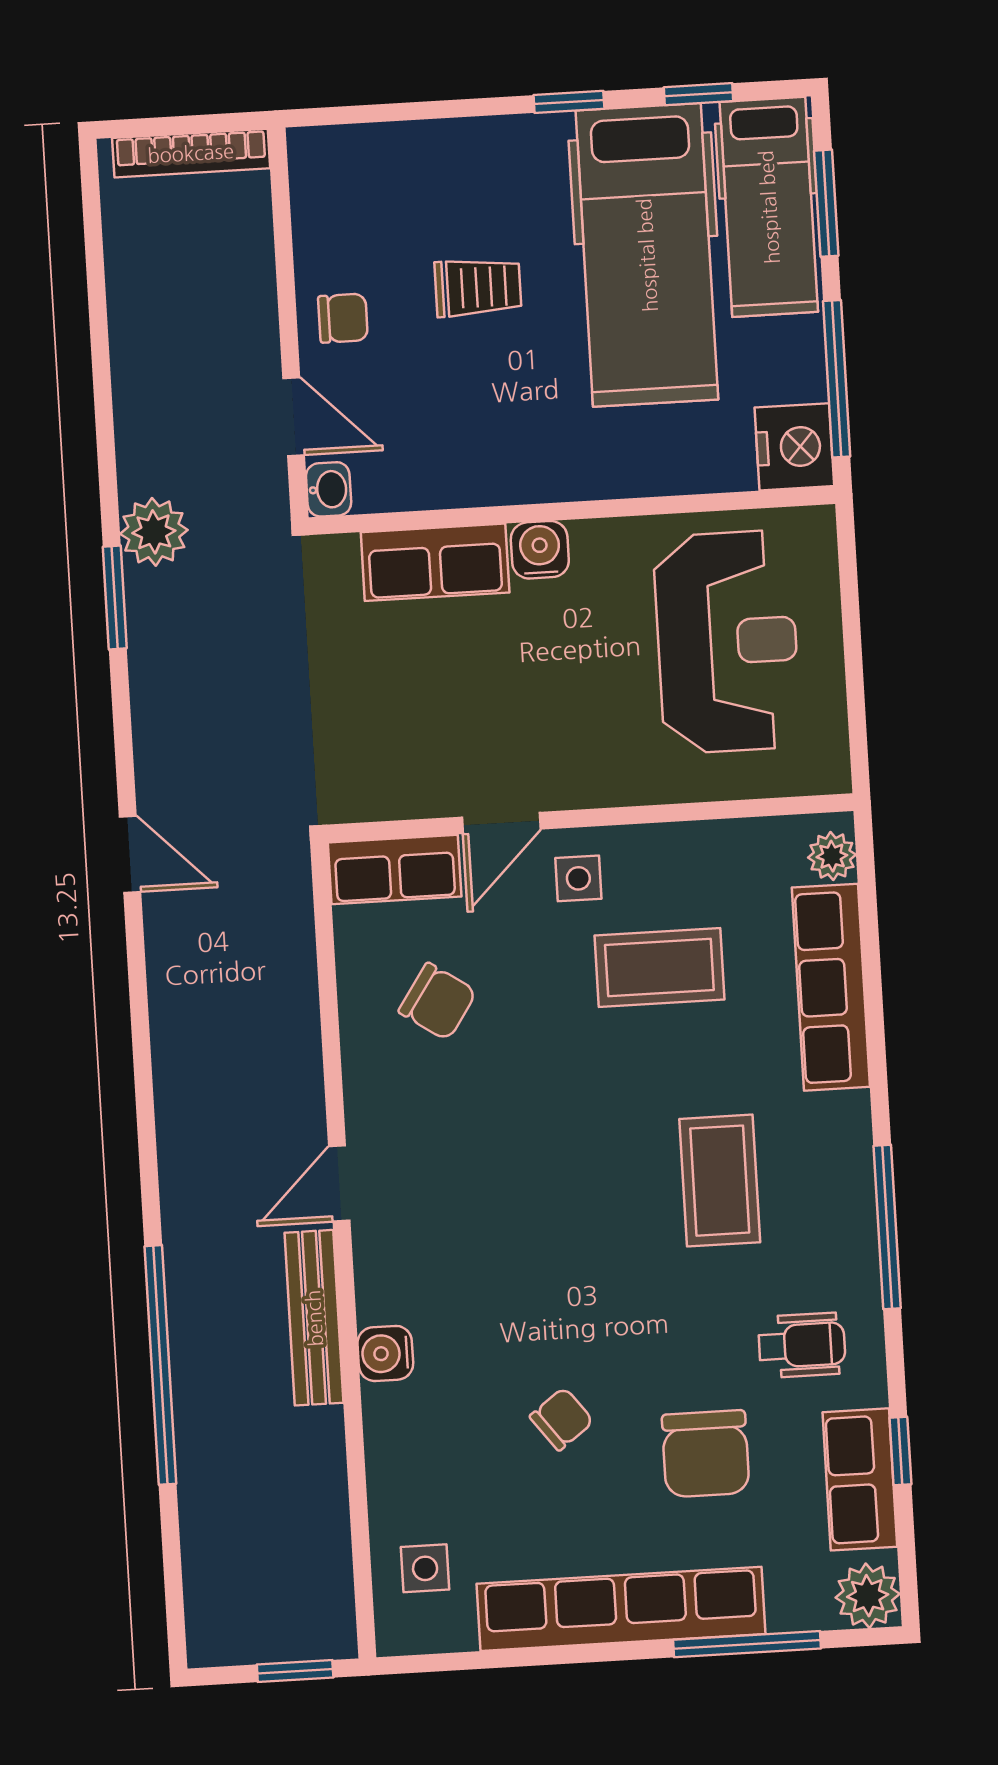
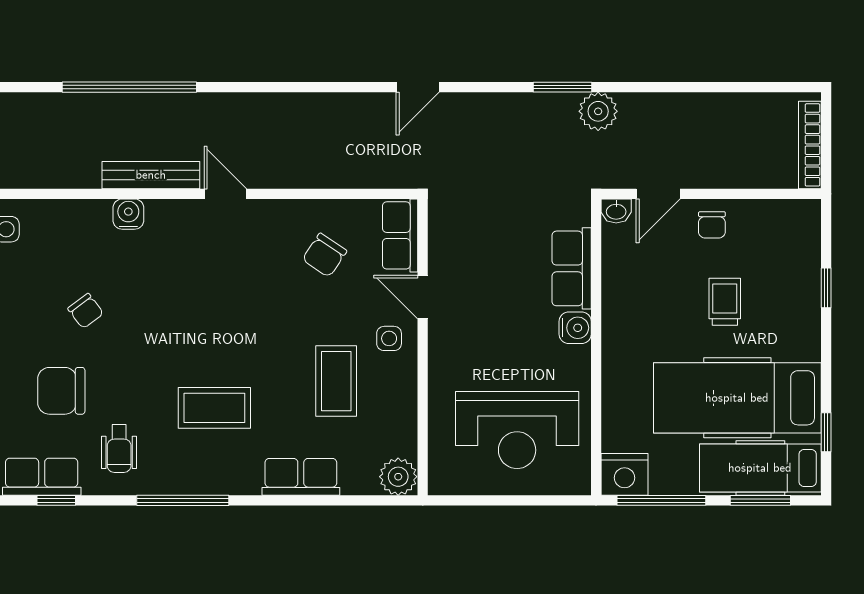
window: (569, 102) -> (826, 288), moved
trolley: (478, 287) -> (725, 302), turned 180
plant: (832, 856) -> (398, 477), width x1.38, depth x1.38
row of seats: (831, 987) -> (301, 477), width x0.68

